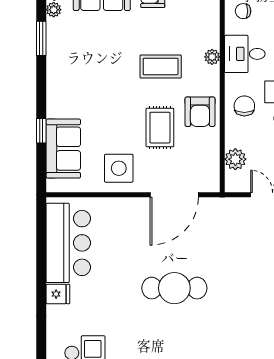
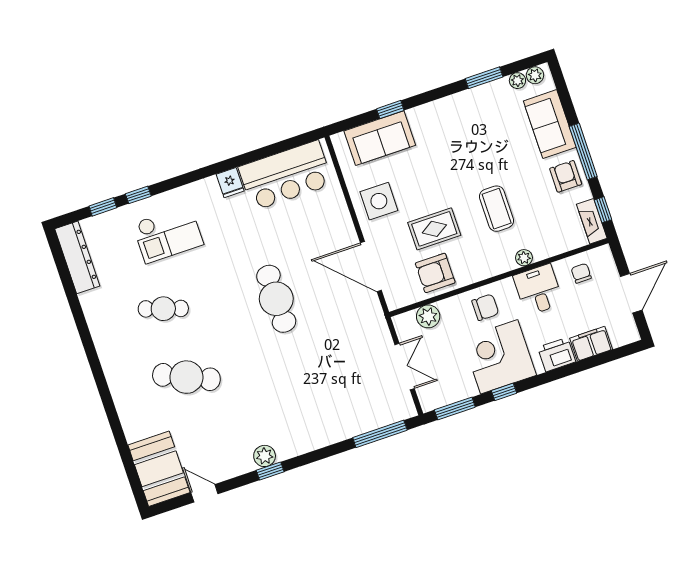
armchair: (200, 112) -> (435, 273), moved

